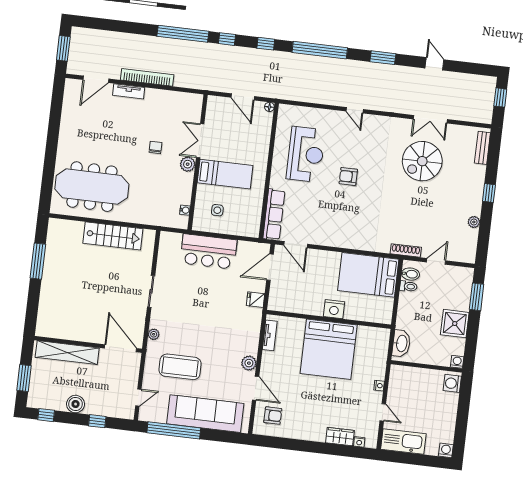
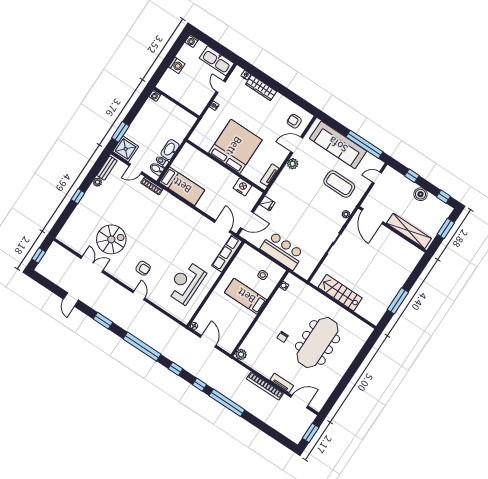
double door: (200, 141) -> (251, 326), removed
bench: (482, 148) -> (107, 168), moved
plant: (188, 164) -> (241, 354), moved
armchair: (348, 176) -> (143, 268), moved
meeting table: (92, 187) -> (317, 342), moved, turned 90
bed: (368, 275) -> (182, 186), width x0.67
nightstand: (334, 309) -> (242, 187), moved
shower: (455, 324) -> (126, 149), moved
washbasin: (401, 343) -> (170, 150), moved
washing machine: (452, 383) -> (177, 65), moved
door: (256, 388) -> (297, 145), hinge flipped
wardrobe: (340, 437) -> (261, 88), width x1.50

